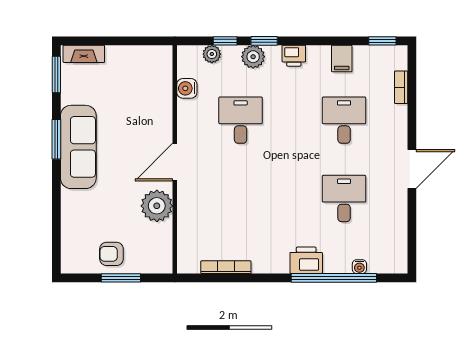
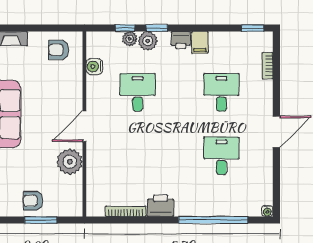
plant: (212, 54) -> (130, 39), moved
filing cabinet: (342, 59) -> (200, 42), moved
armchair: (143, 68) -> (59, 50), added
printer: (306, 260) -> (161, 206), moved
water cooler: (359, 267) -> (267, 211), moved

